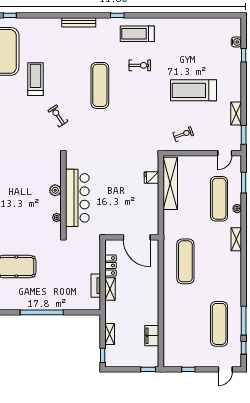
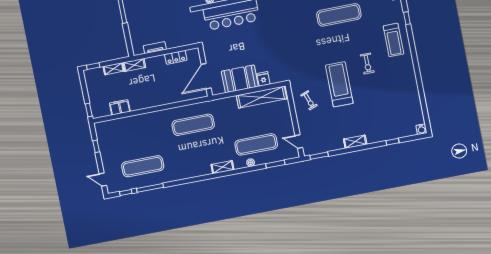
treadmill: (137, 34) -> (393, 40), turned 180
water cooler: (236, 42) -> (421, 129), moved
exercise bike: (140, 65) -> (367, 64), moved
treadmill: (193, 90) -> (339, 84), moved
shelving: (236, 114) -> (355, 142), moved
booth: (146, 202) -> (240, 79), added
shelving: (110, 289) -> (134, 65), moved

